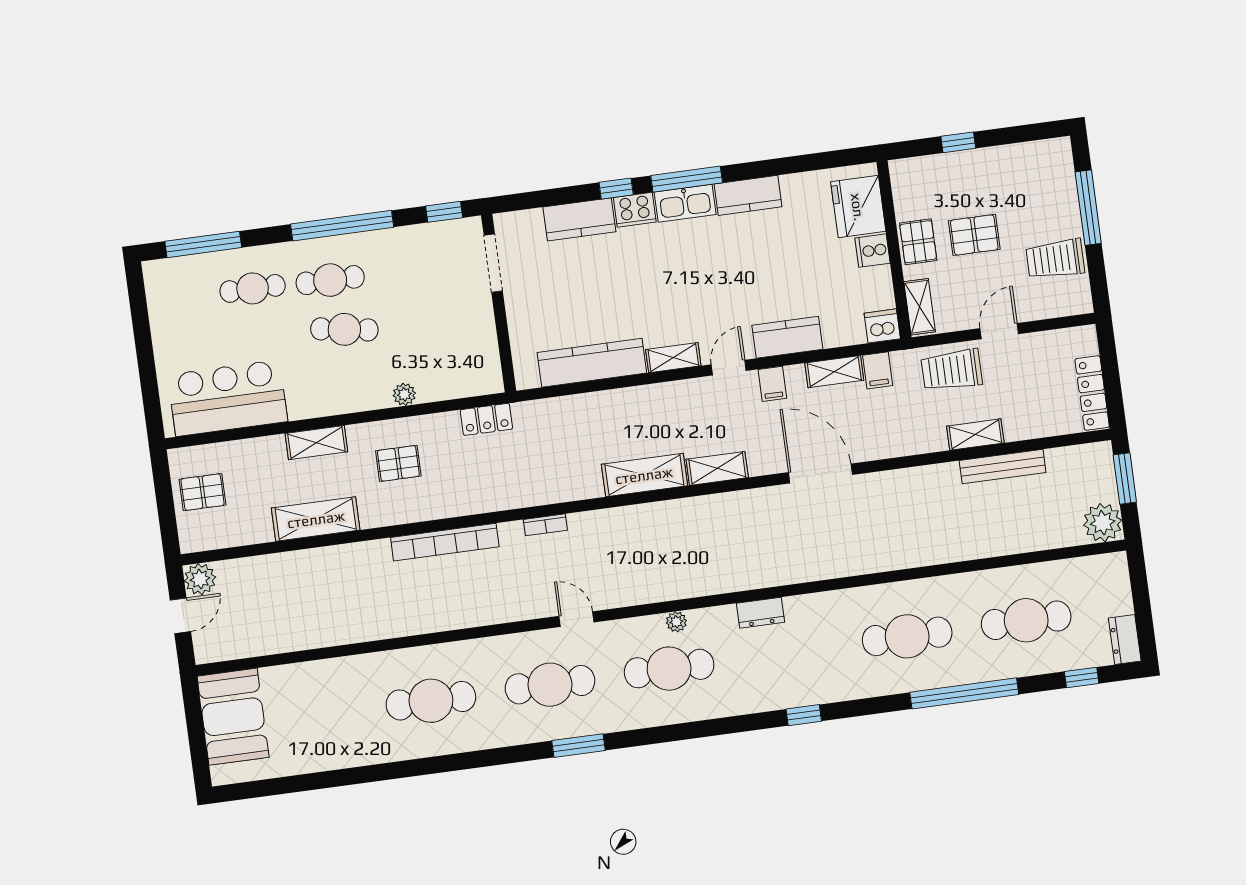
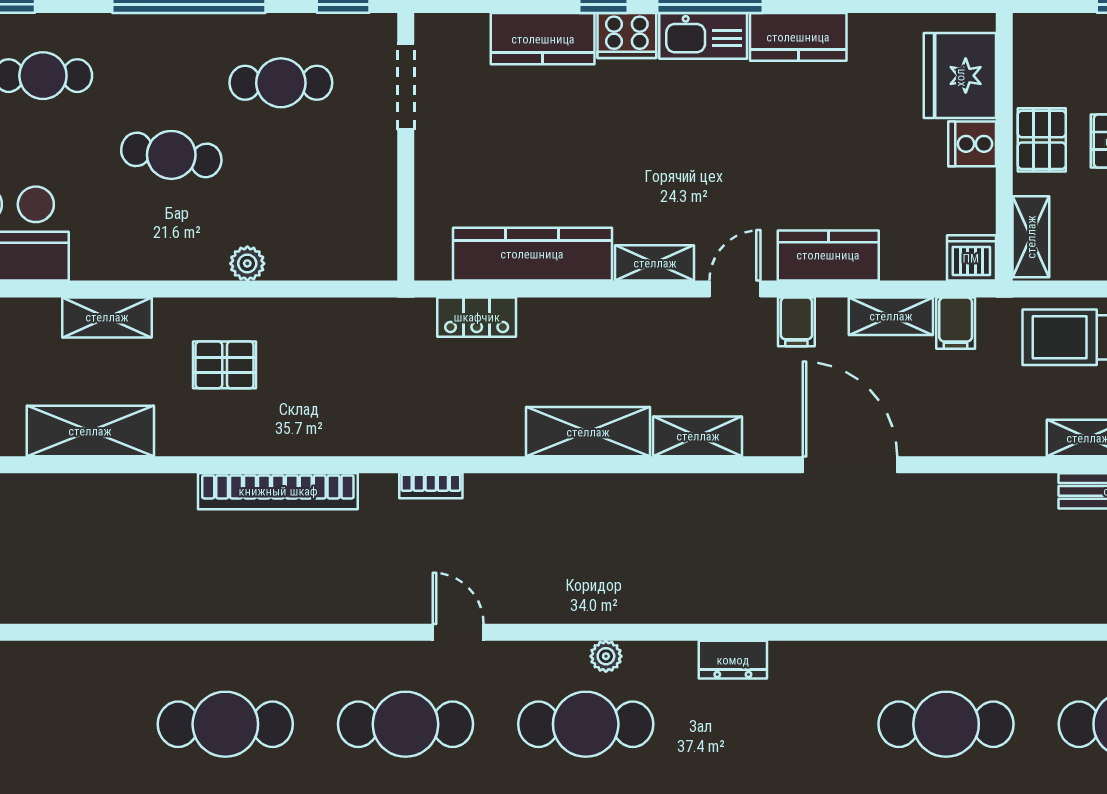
cafe table: (330, 280) -> (281, 83), moved
locker: (486, 419) -> (477, 317), moved

